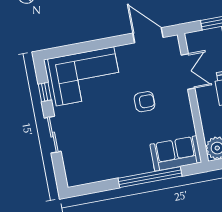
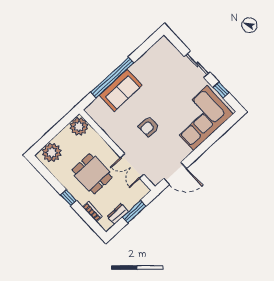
sofa: (176, 153) -> (121, 90), moved

